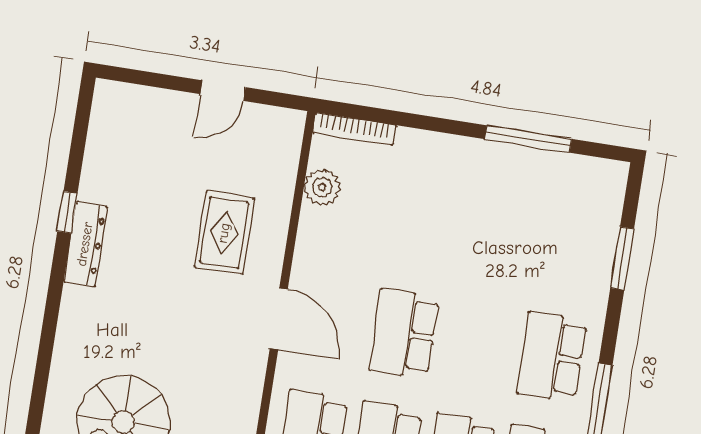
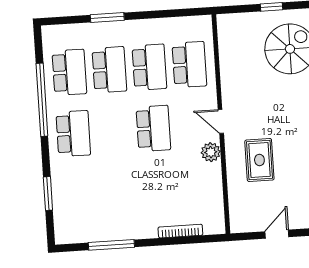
bookcase: (354, 129) -> (180, 231), moved
plant: (322, 187) -> (211, 152), moved
door: (279, 319) -> (221, 121), width x0.73

